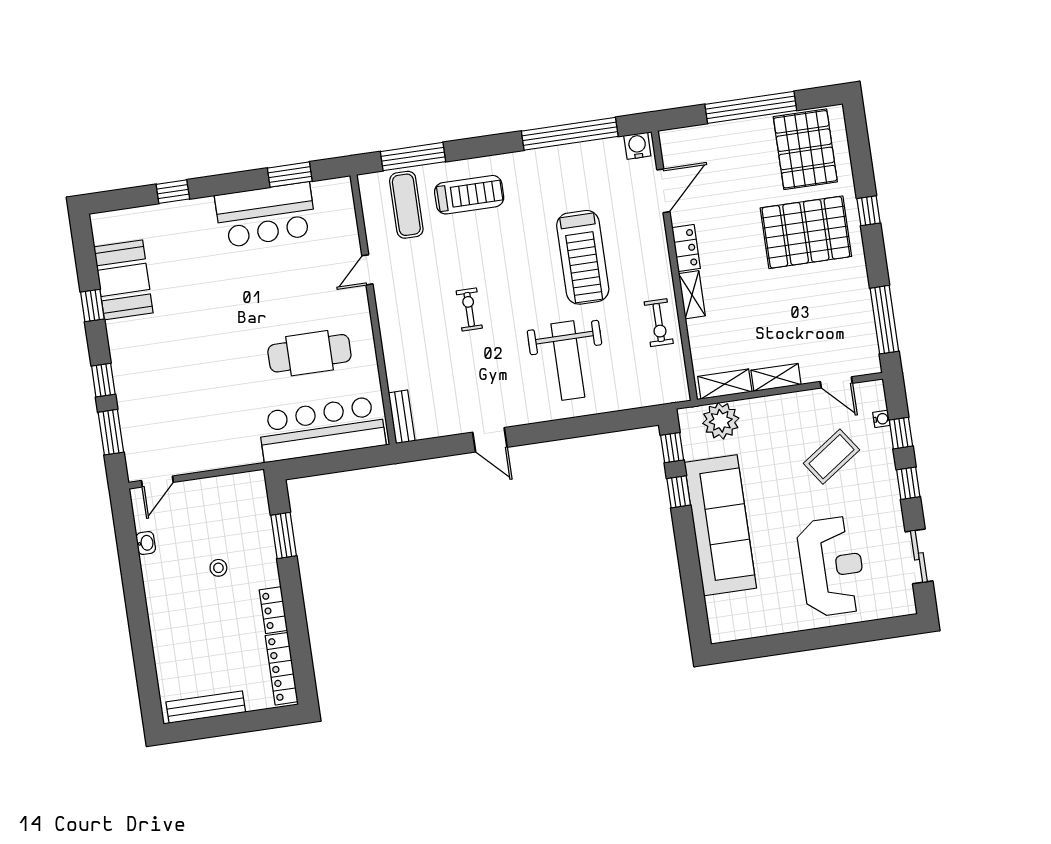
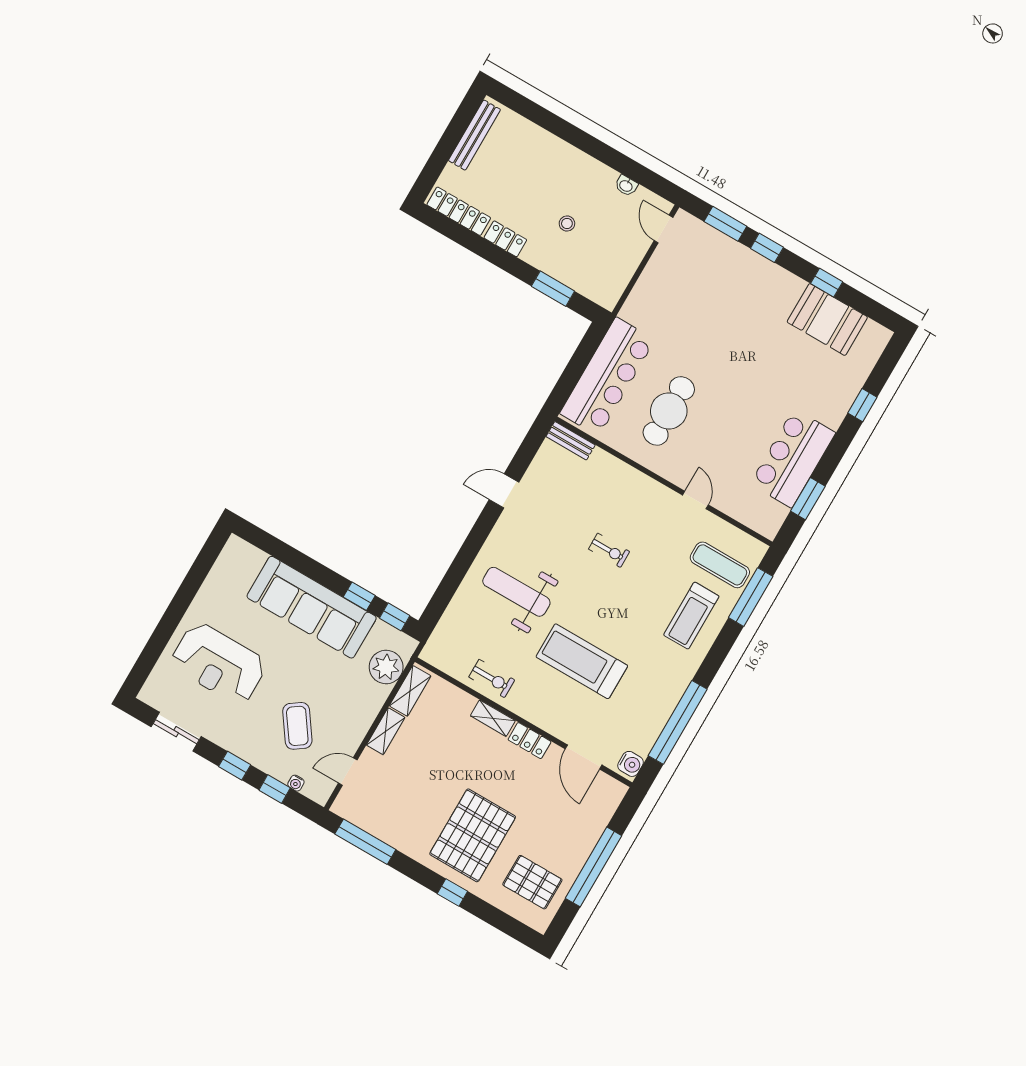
pallet: (805, 149) -> (532, 882), width x0.73, depth x0.71
exercise bike: (659, 323) -> (492, 679), turned 180

